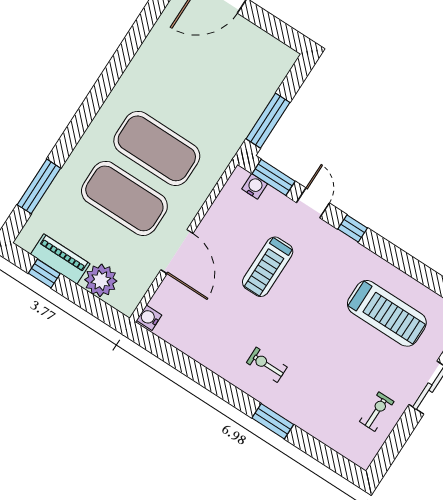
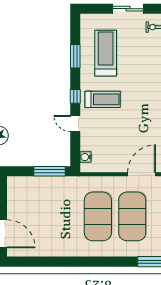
window: (274, 177) -> (75, 56), moved
door: (313, 203) -> (75, 124), hinge flipped
treadmill: (268, 267) -> (103, 99), moved

